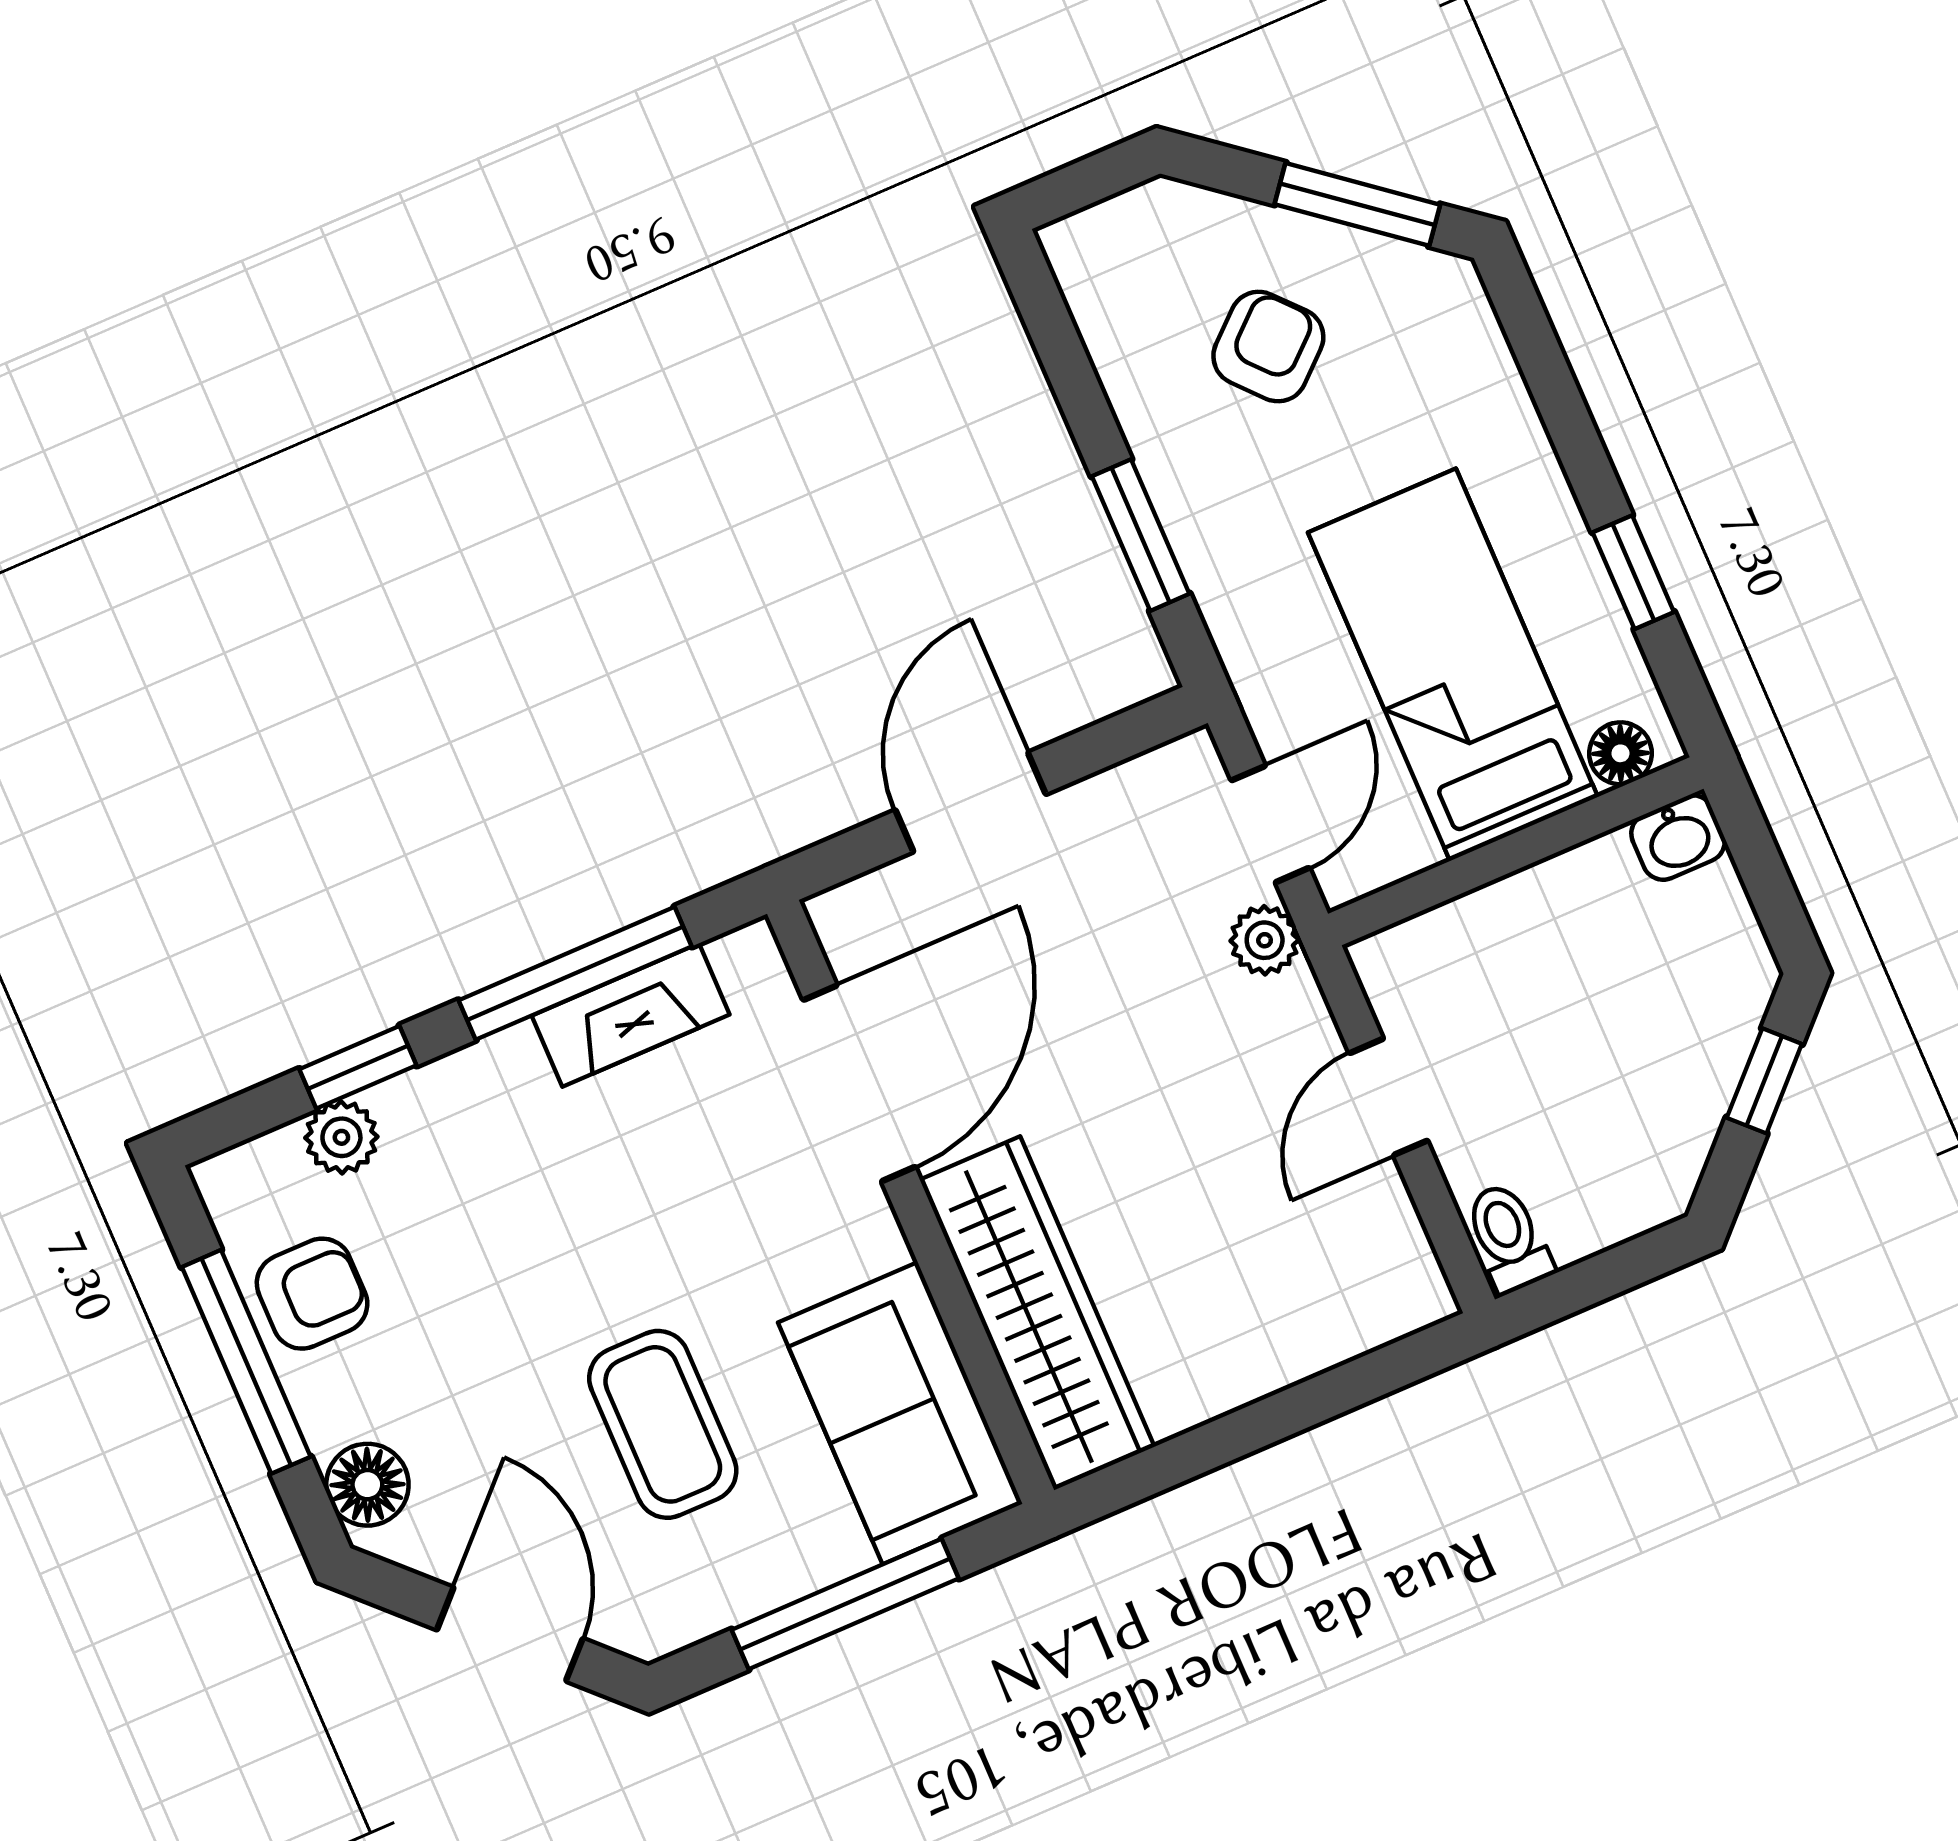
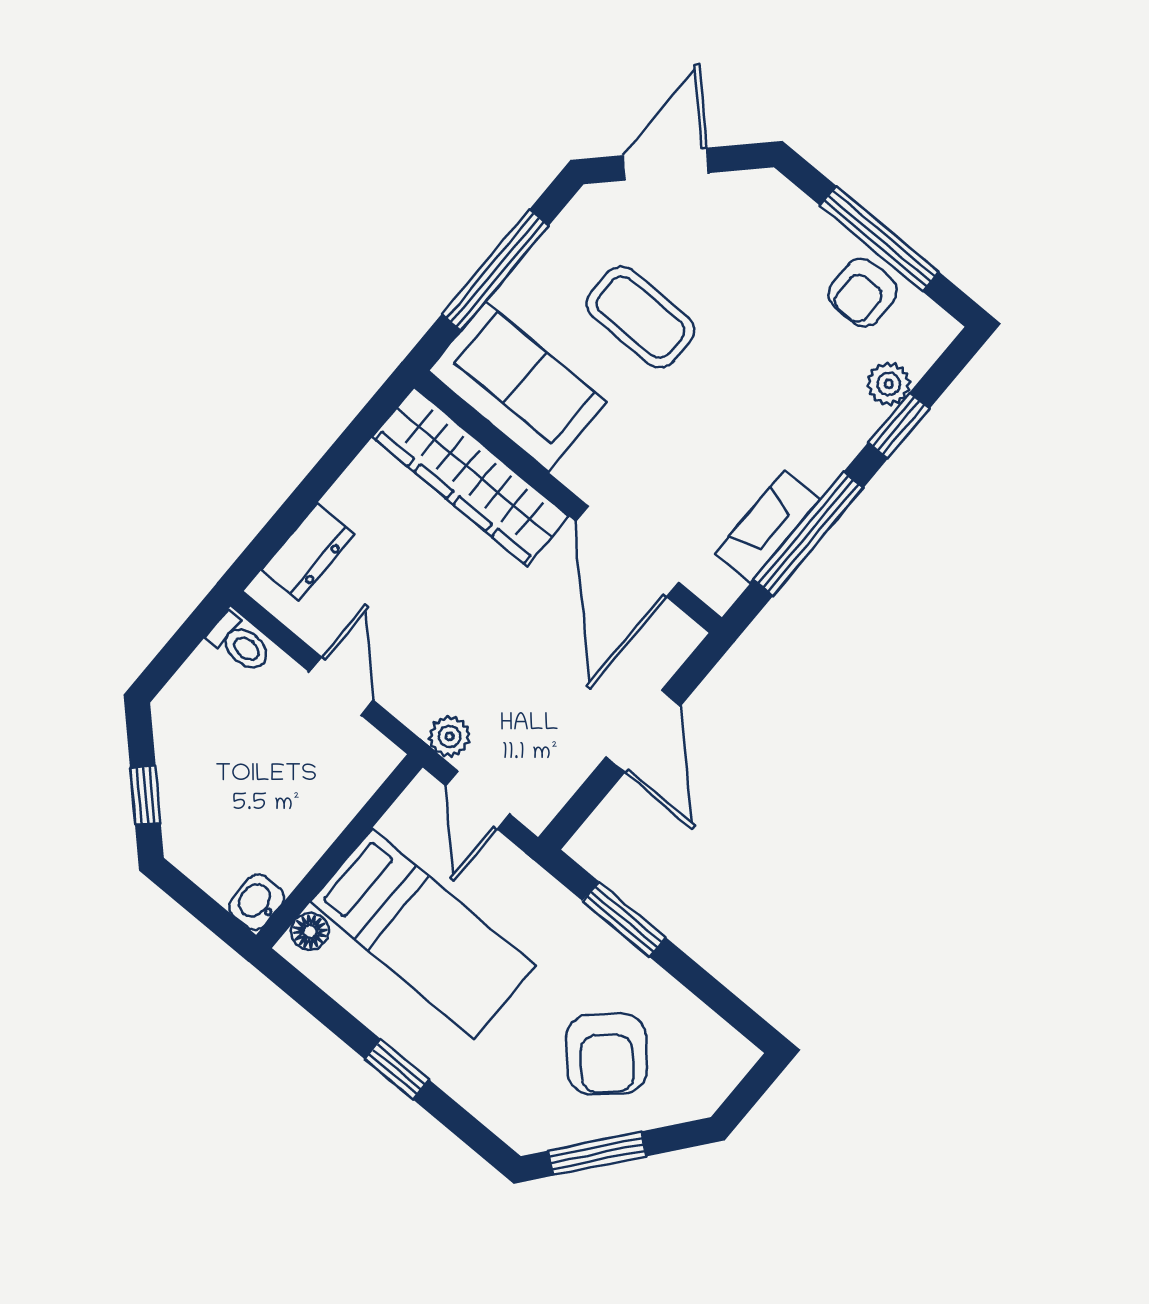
armchair: (1268, 347) -> (607, 1054), width x1.38, depth x1.38
window: (1633, 572) -> (397, 1069), moved
dresser: (1338, 1323) -> (308, 552), added
floor lamp: (367, 1485) -> (782, 206), removed
door: (510, 1634) -> (666, 164), swing flipped

